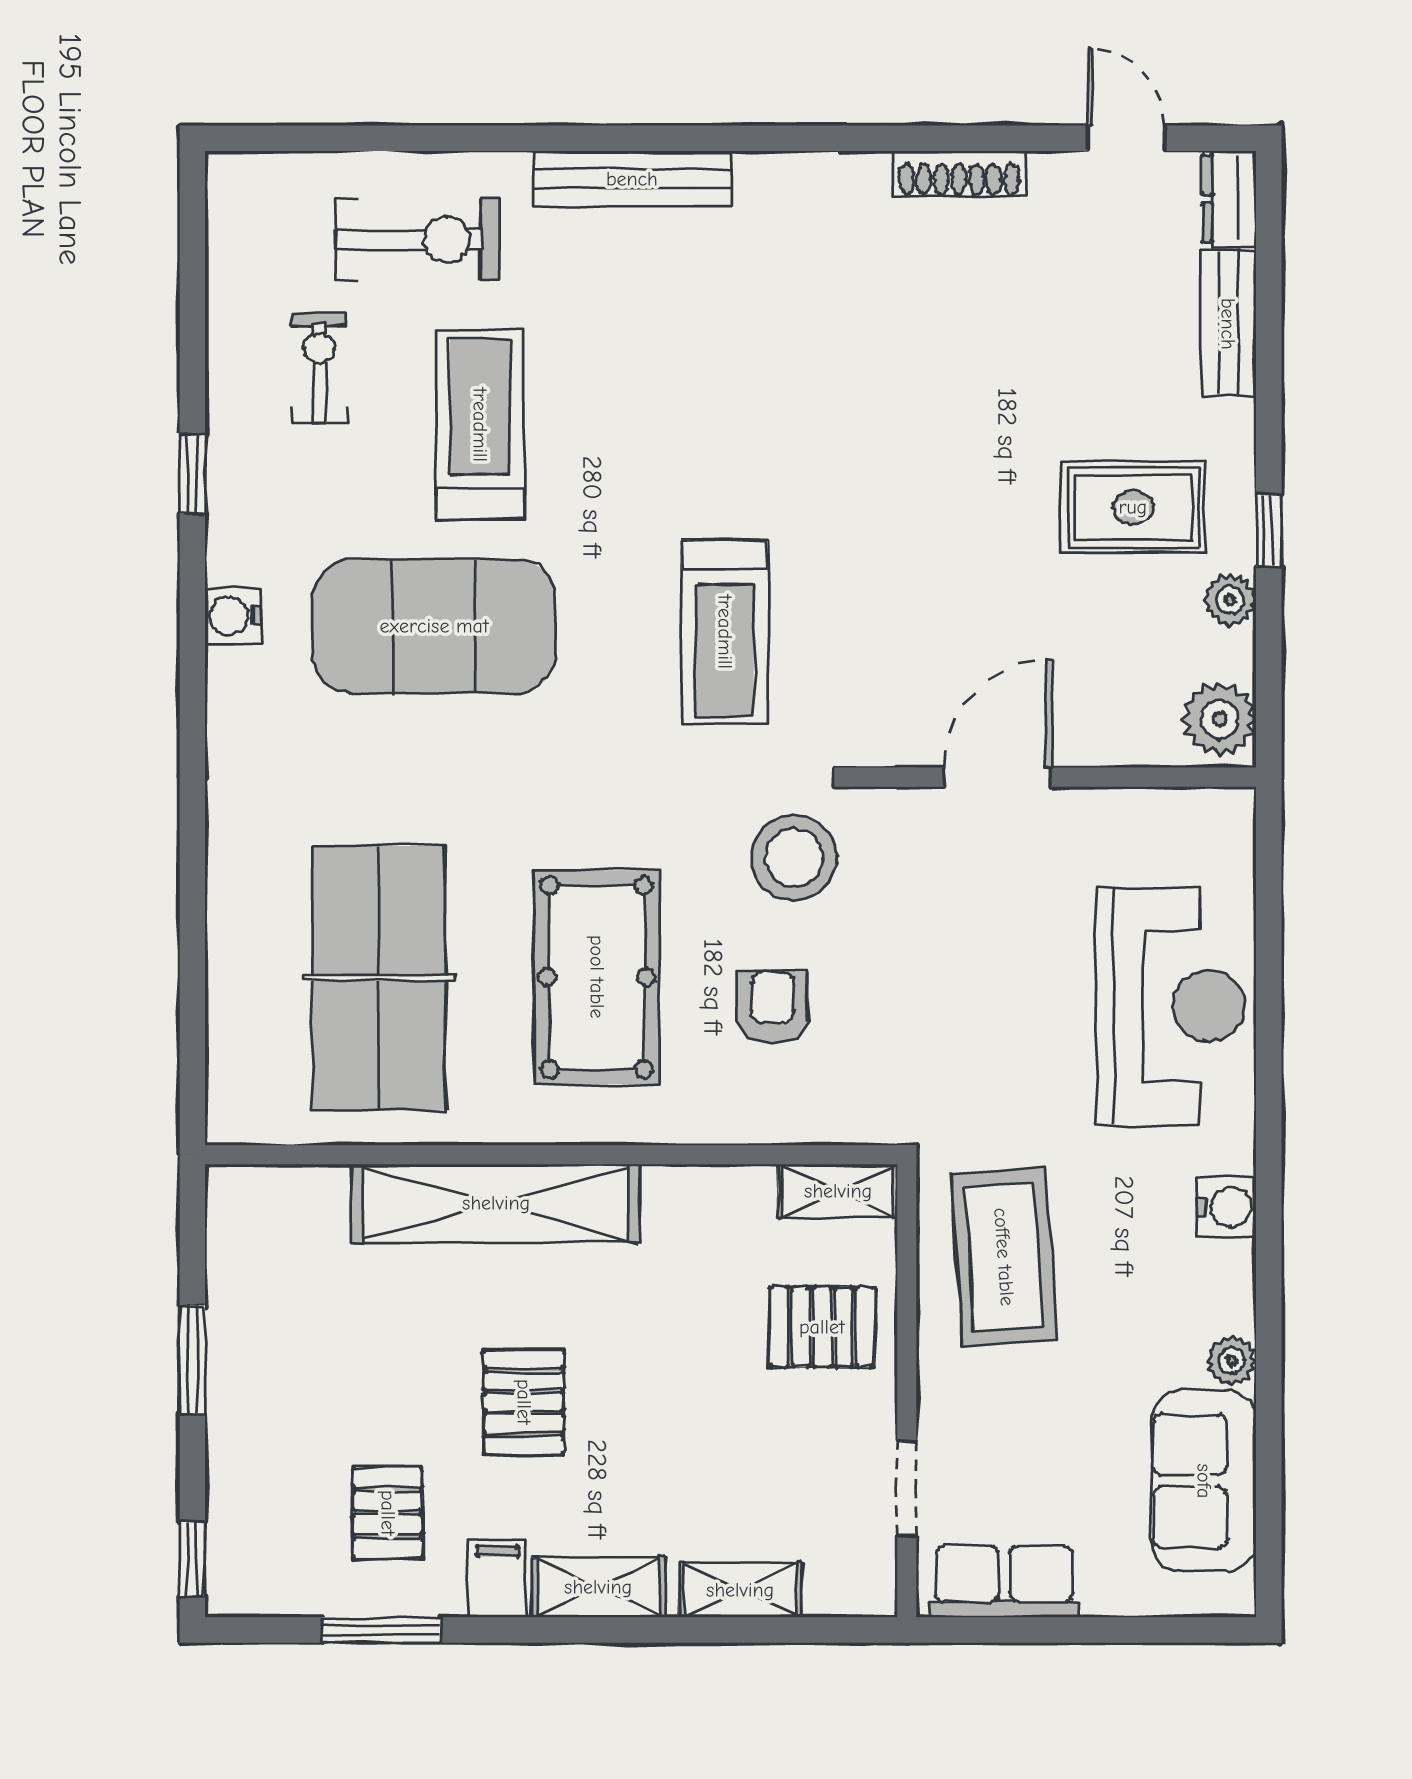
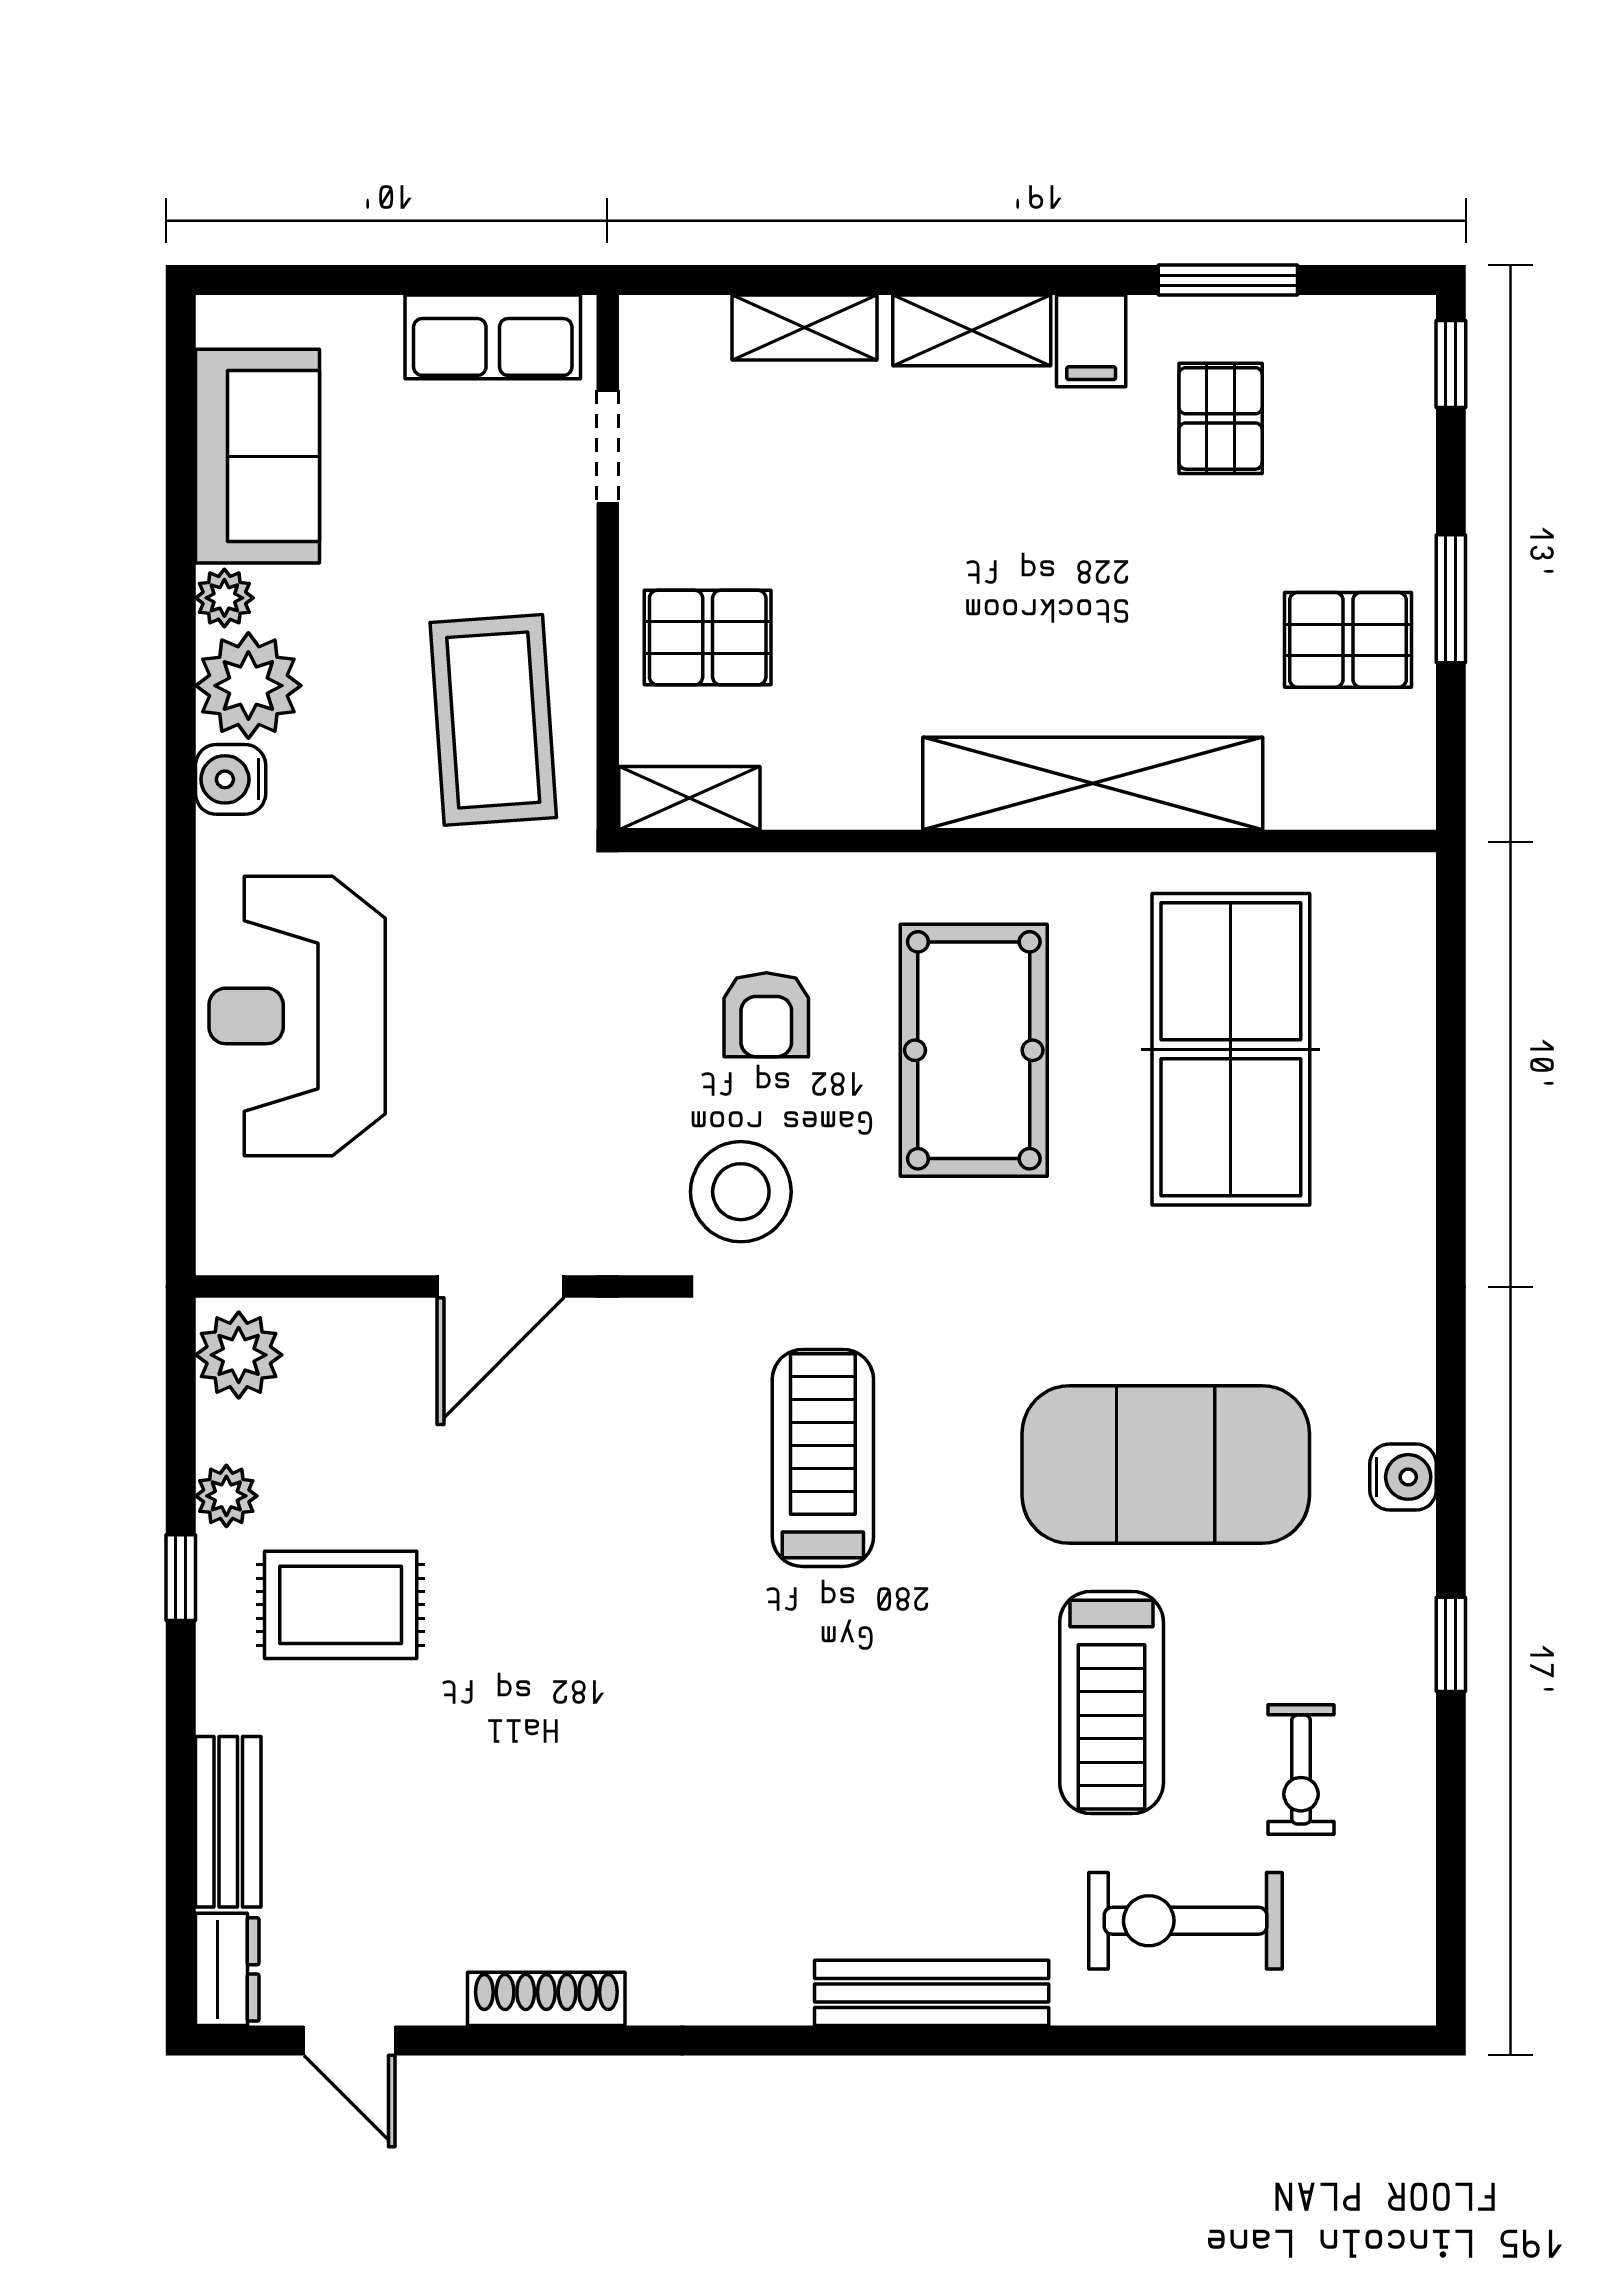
plant: (1211, 1286) -> (248, 686), added
pallet: (524, 1402) -> (1348, 640), moved, turned 90

